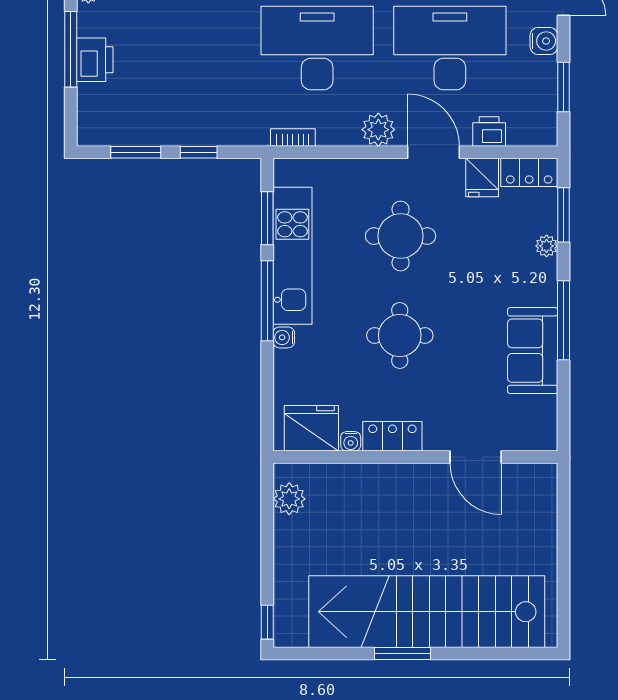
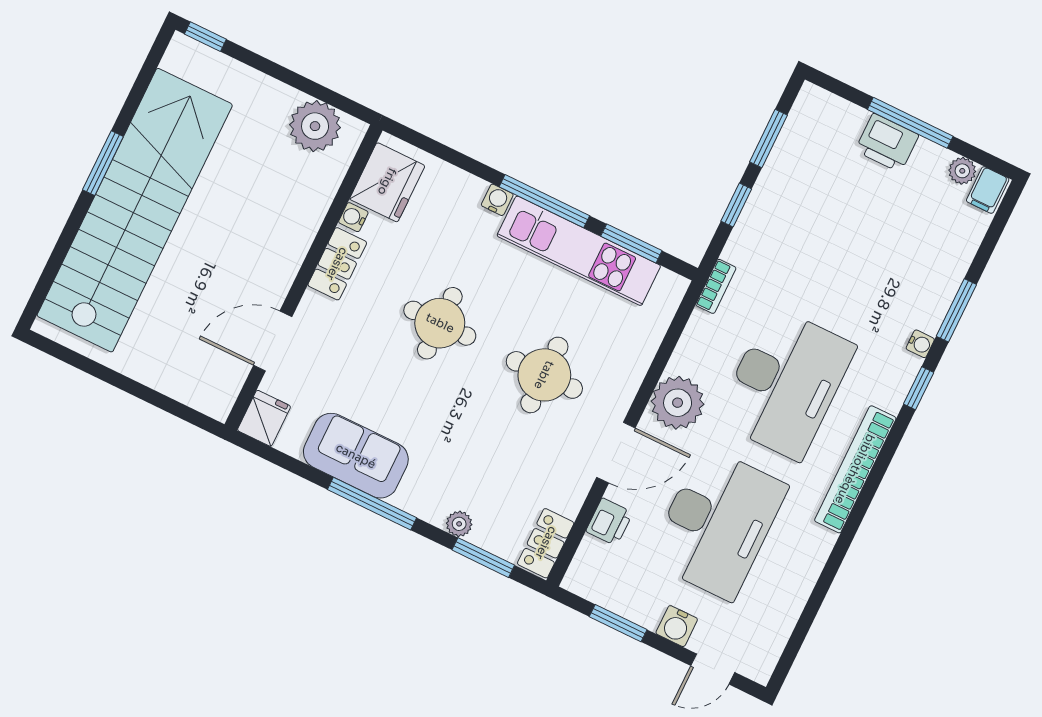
plant: (378, 130) -> (678, 403), width x1.36, depth x1.36
bookcase: (293, 137) -> (716, 286), moved
fridge: (482, 177) -> (264, 418), moved, turned 90
plant: (289, 499) -> (315, 126), width x1.36, depth x1.36

